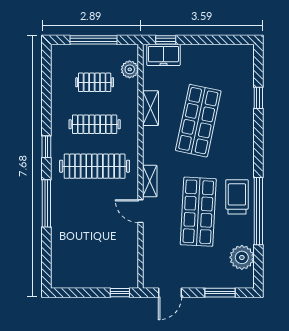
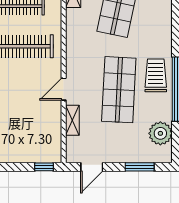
shelving: (150, 181) -> (72, 120), moved
door: (140, 211) -> (64, 89), hinge flipped

